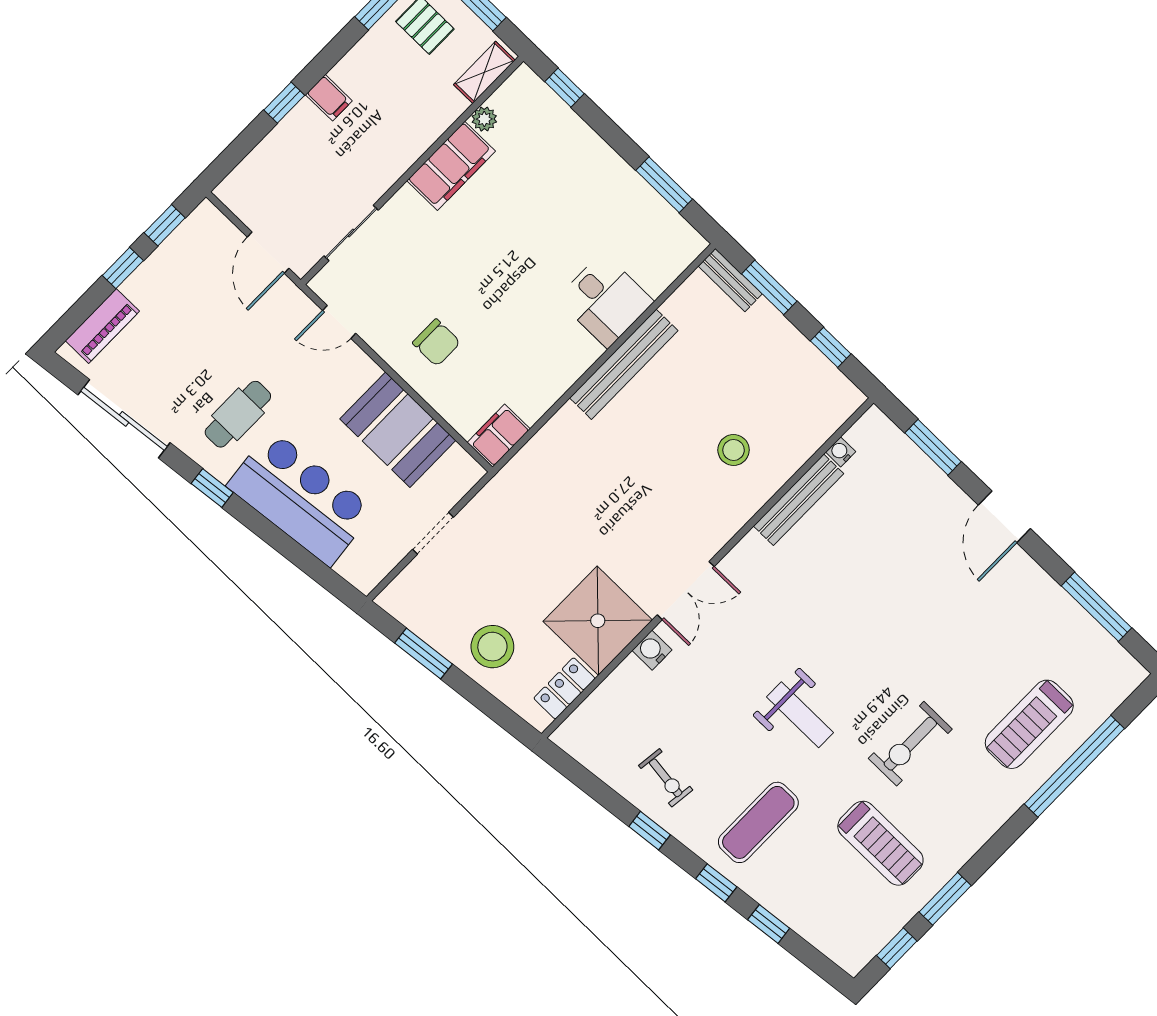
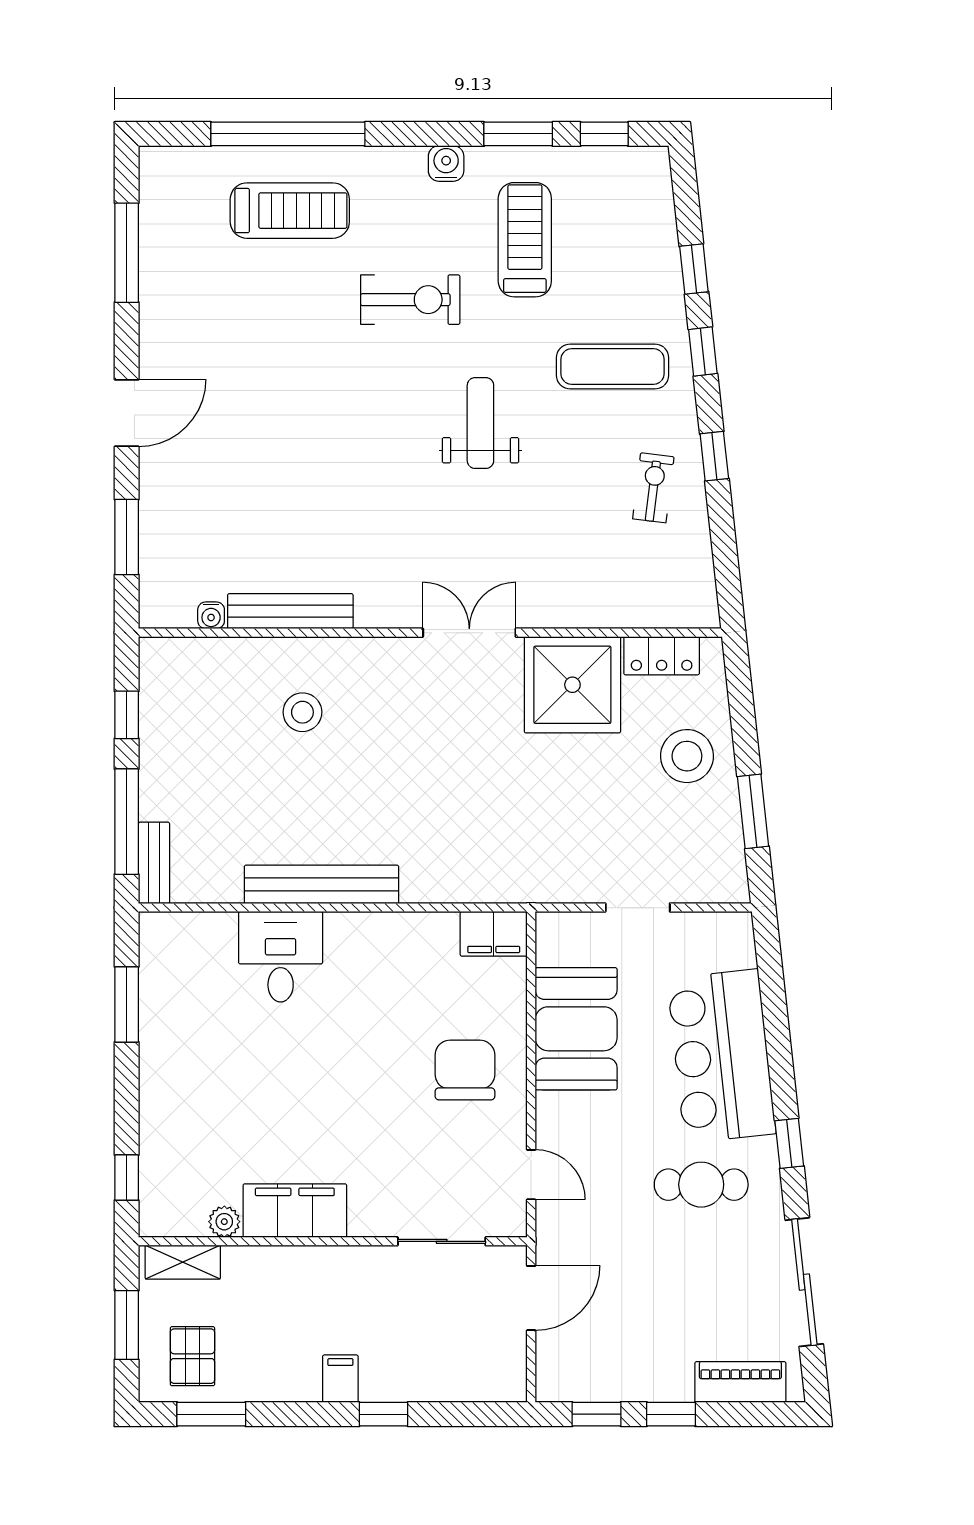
window: (769, 287) -> (127, 822), width x1.44
chair: (436, 343) -> (465, 1070), width x1.37, depth x1.37
water cooler: (652, 650) -> (446, 163), moved, turned 180

